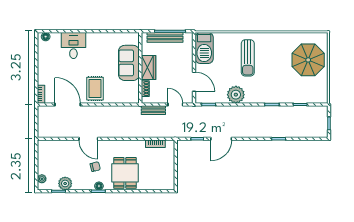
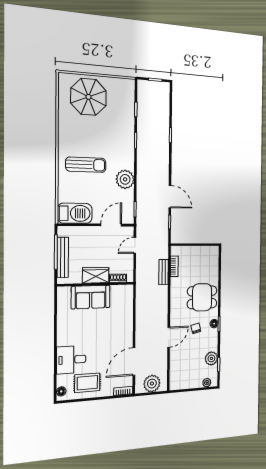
rug: (95, 89) -> (87, 383), moved
bench: (153, 110) -> (164, 272), moved
plant: (46, 122) -> (152, 384), added

